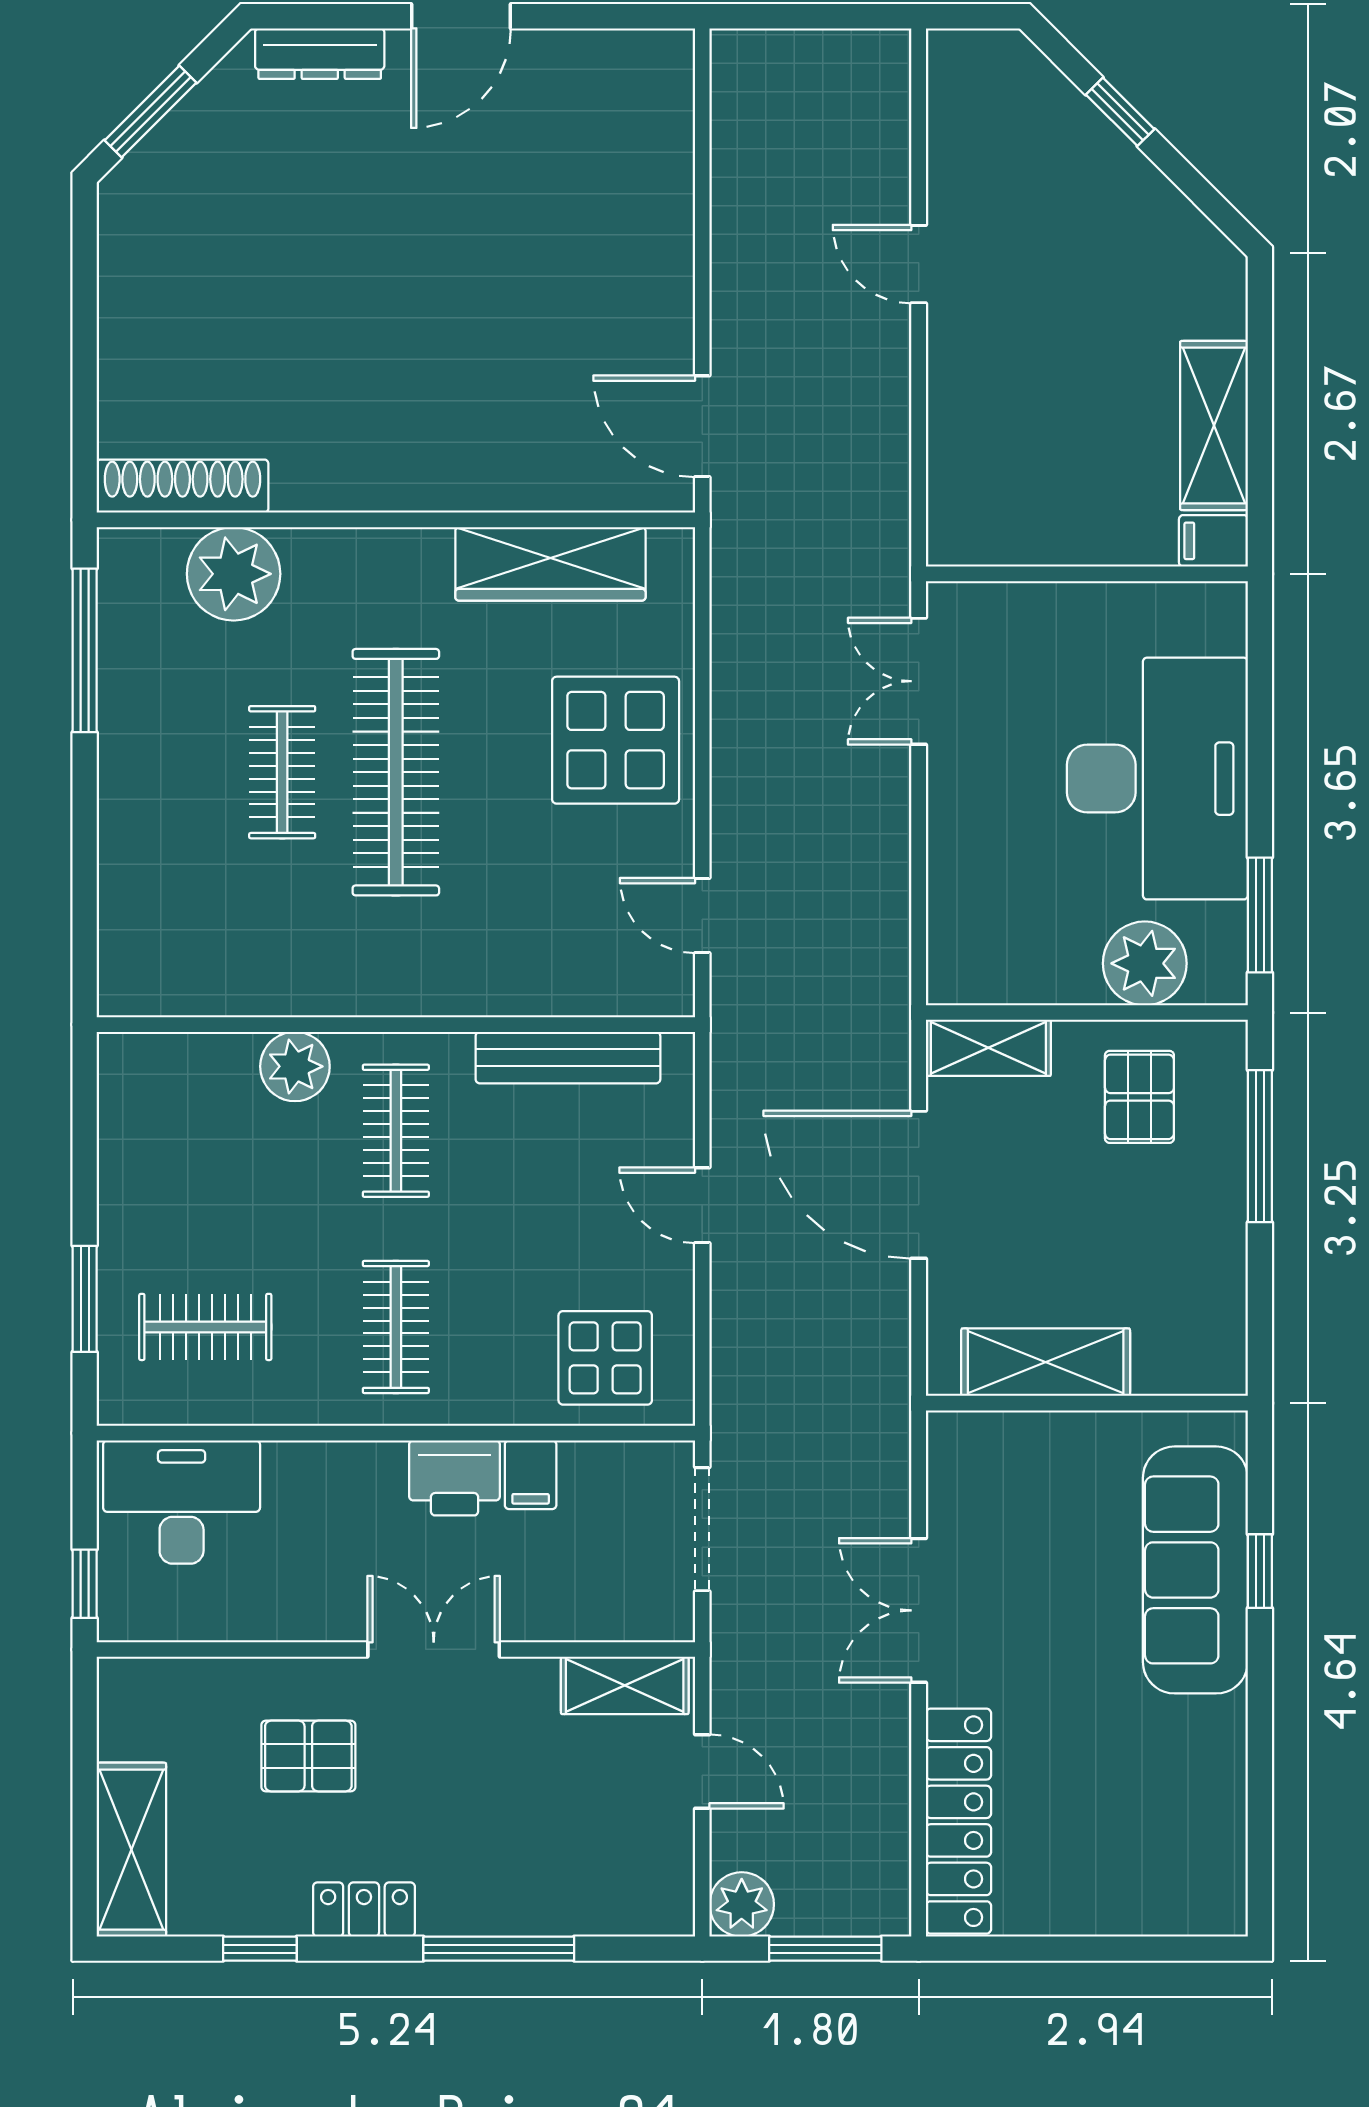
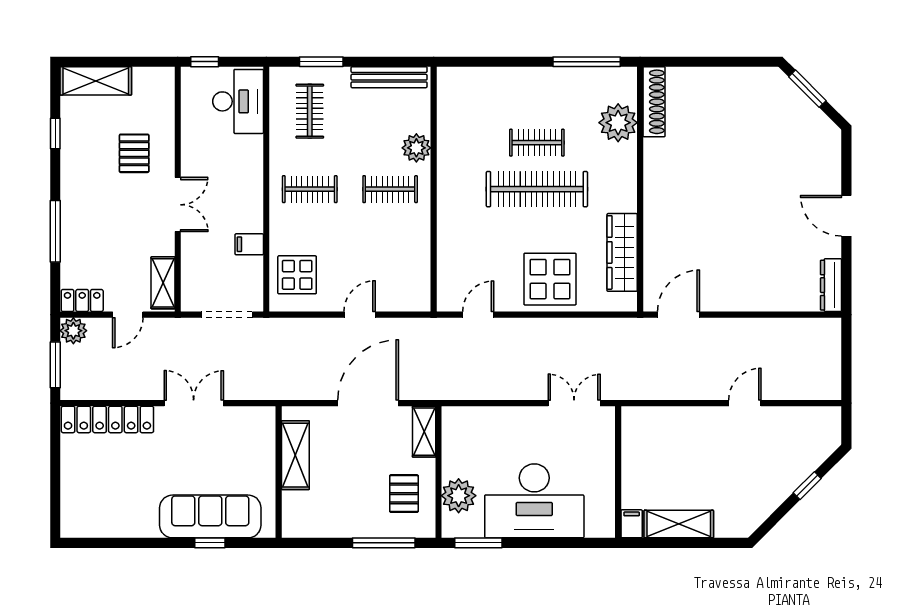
dresser: (320, 54) -> (831, 285), moved
bench: (568, 1058) -> (389, 77), moved, turned 90
pallet: (1139, 1097) -> (404, 494), turned 90
printer: (455, 1478) -> (248, 213), removed
locker: (364, 1910) -> (82, 300), moved, turned -90

